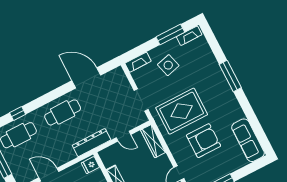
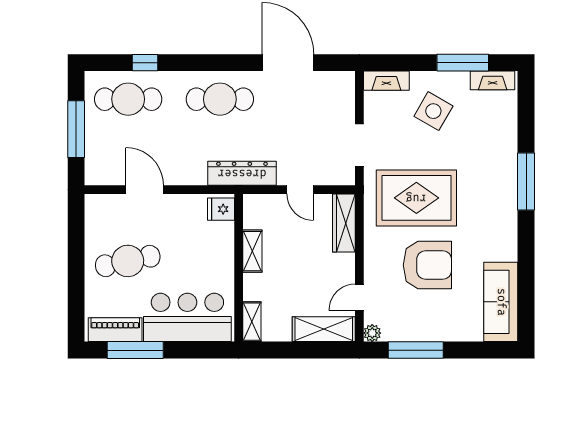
side table: (168, 65) -> (433, 111), turned 45

